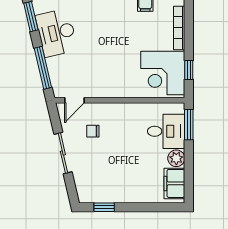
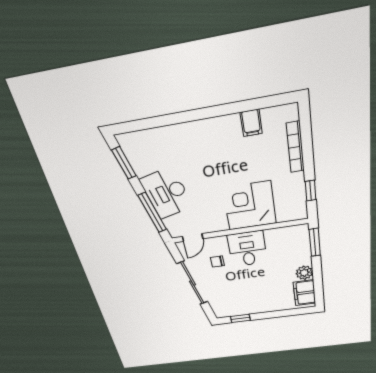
desk: (56, 33) -> (166, 193), moved
corner desk: (163, 73) -> (250, 206), moved, turned 90
desk: (166, 131) -> (247, 249), moved, turned -90
sliding door: (63, 153) -> (192, 283), width x1.37

